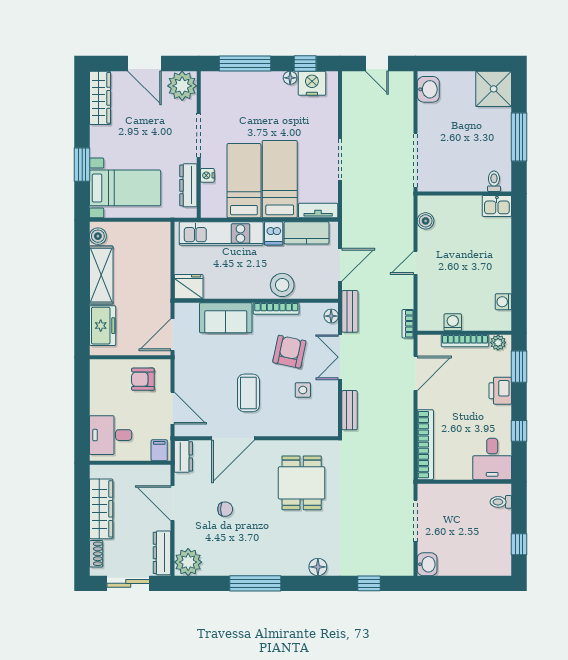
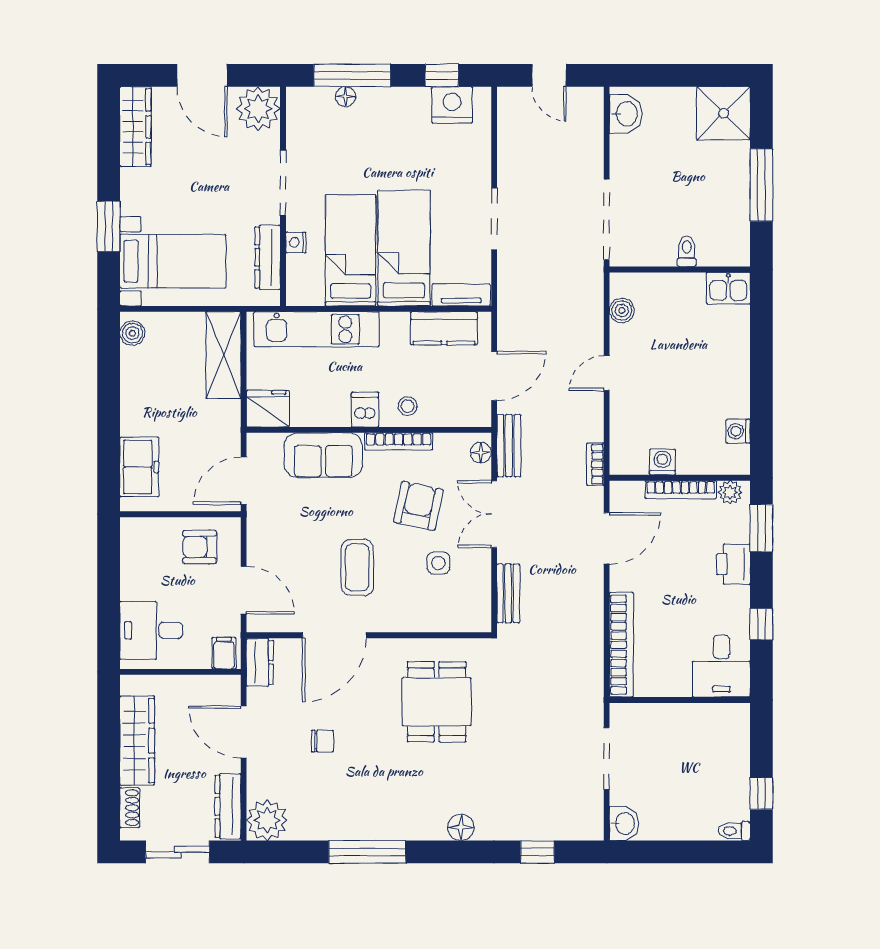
floor lamp: (290, 78) -> (345, 97), moved
toilet: (494, 181) -> (687, 251), moved
dishwasher: (274, 233) -> (365, 410), moved, turned 180
shelving: (101, 275) -> (223, 355), moved
stool: (282, 285) -> (408, 406), width x0.53, depth x0.53
toilet: (501, 502) -> (734, 831), moved

